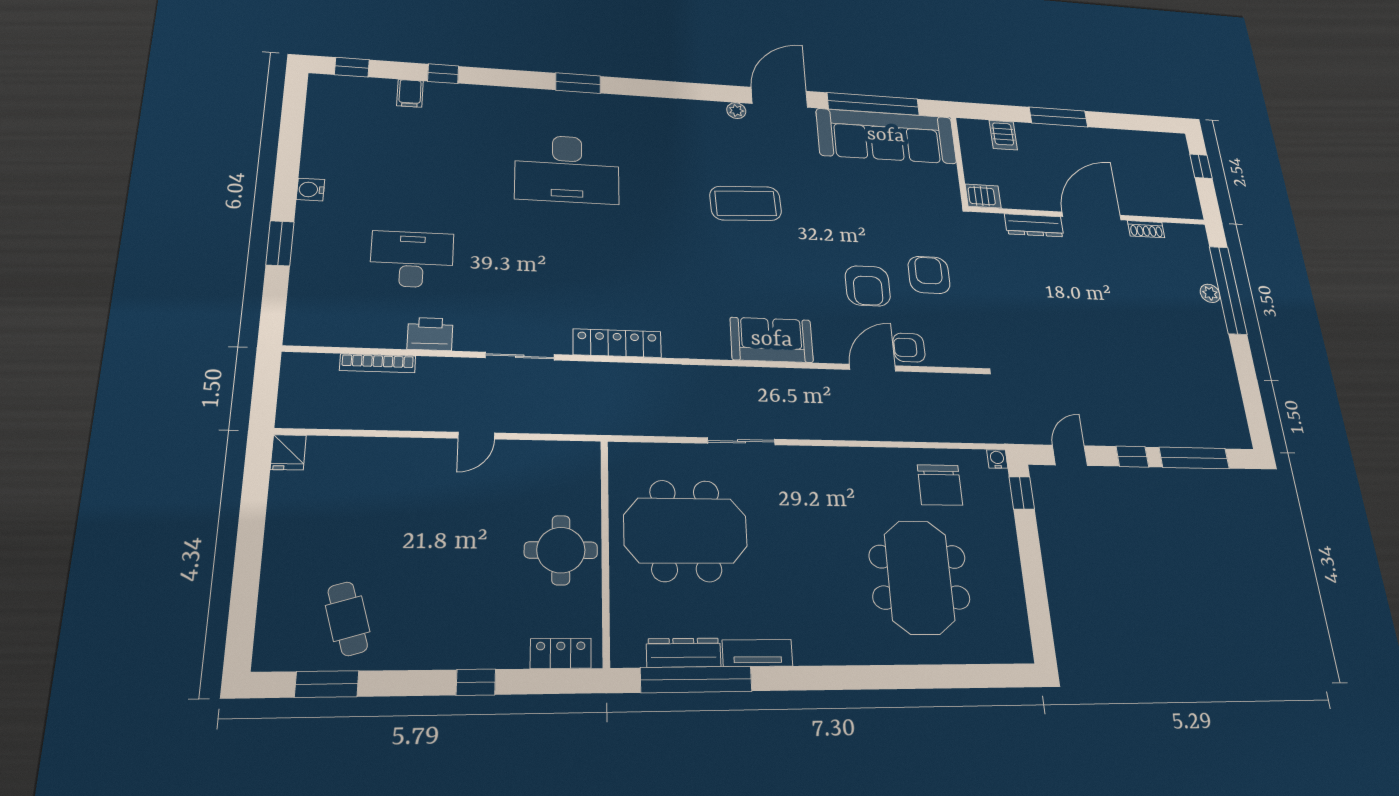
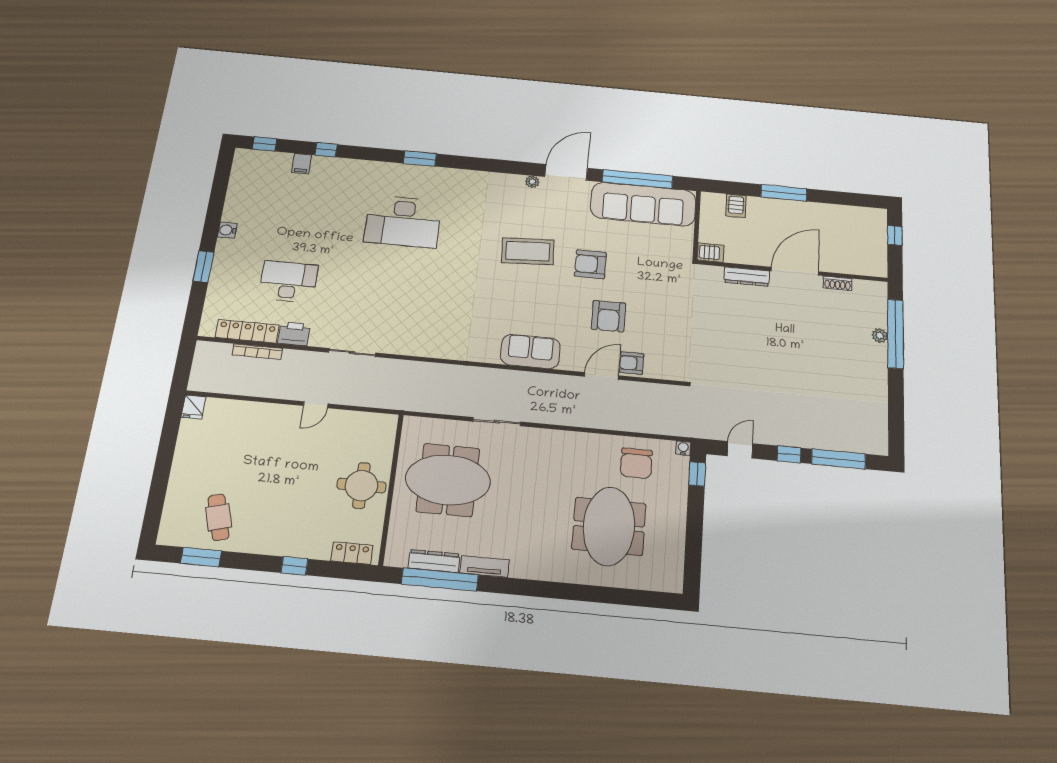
armchair: (929, 275) -> (590, 264), moved, turned -90
locker: (617, 343) -> (247, 331), moved

